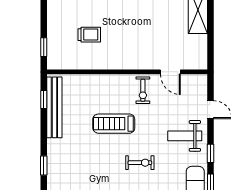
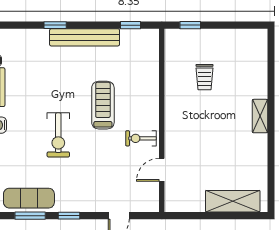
bench: (54, 107) -> (85, 37), moved
weight bench: (185, 136) -> (89, 186), removed
exercise bike: (140, 163) -> (58, 135), width x1.38, depth x1.39

